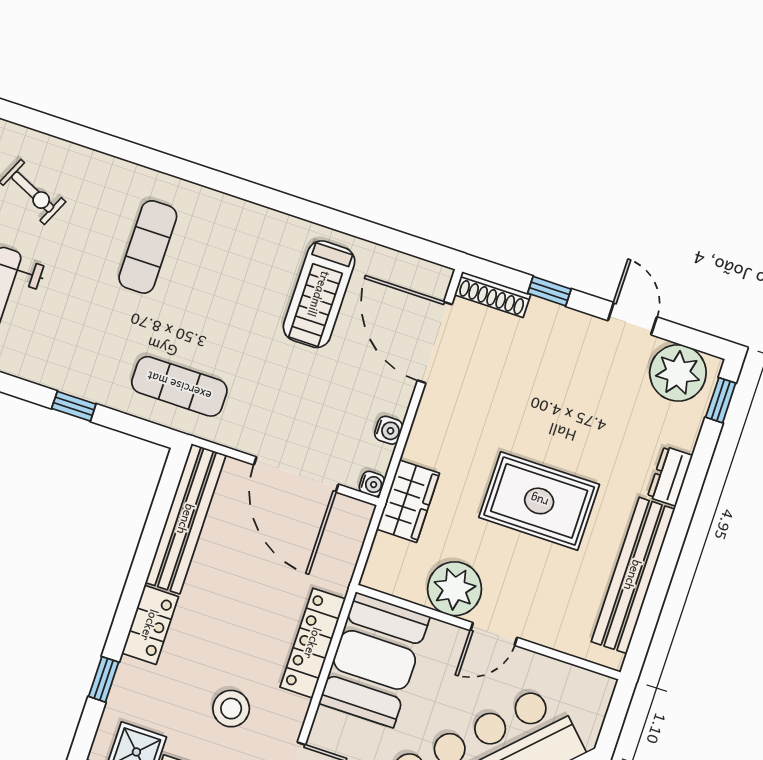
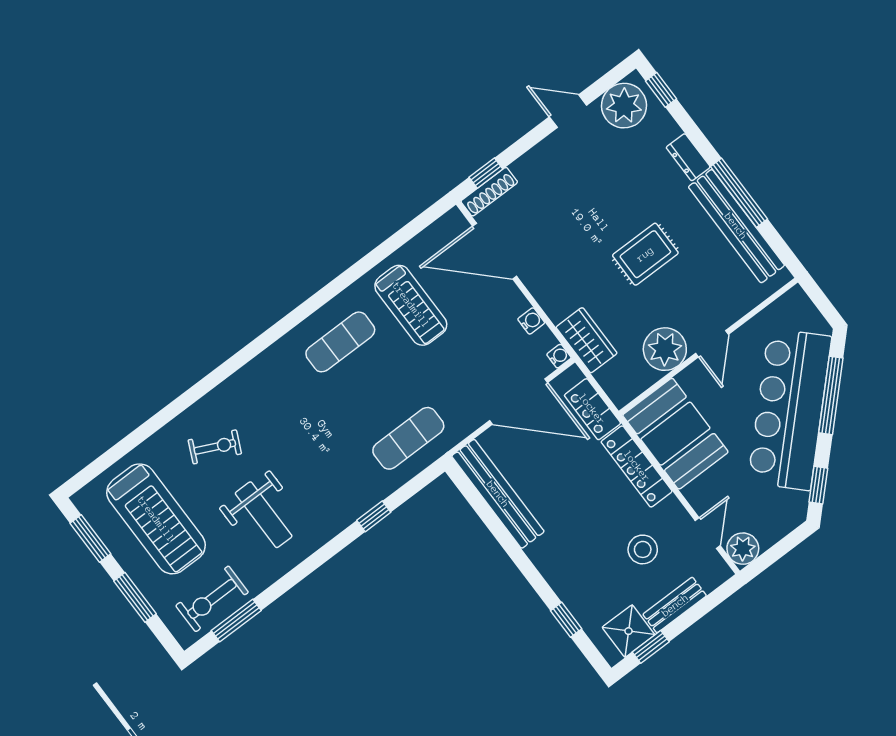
exercise mat: (148, 247) -> (340, 342), moved, turned 90
window: (549, 291) -> (486, 173), moved
rug: (539, 501) -> (645, 254), width x0.73, depth x0.70
window: (669, 554) -> (739, 193), added
locker: (150, 625) -> (592, 409), moved, turned 180

